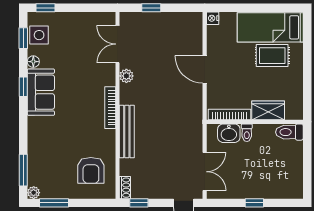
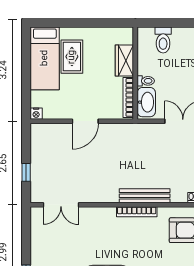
plant: (126, 76) -> (91, 196), removed
bookcase: (110, 108) -> (137, 212), moved
toilet: (289, 132) -> (163, 40), moved
washbasin: (229, 133) -> (146, 102), width x1.38

